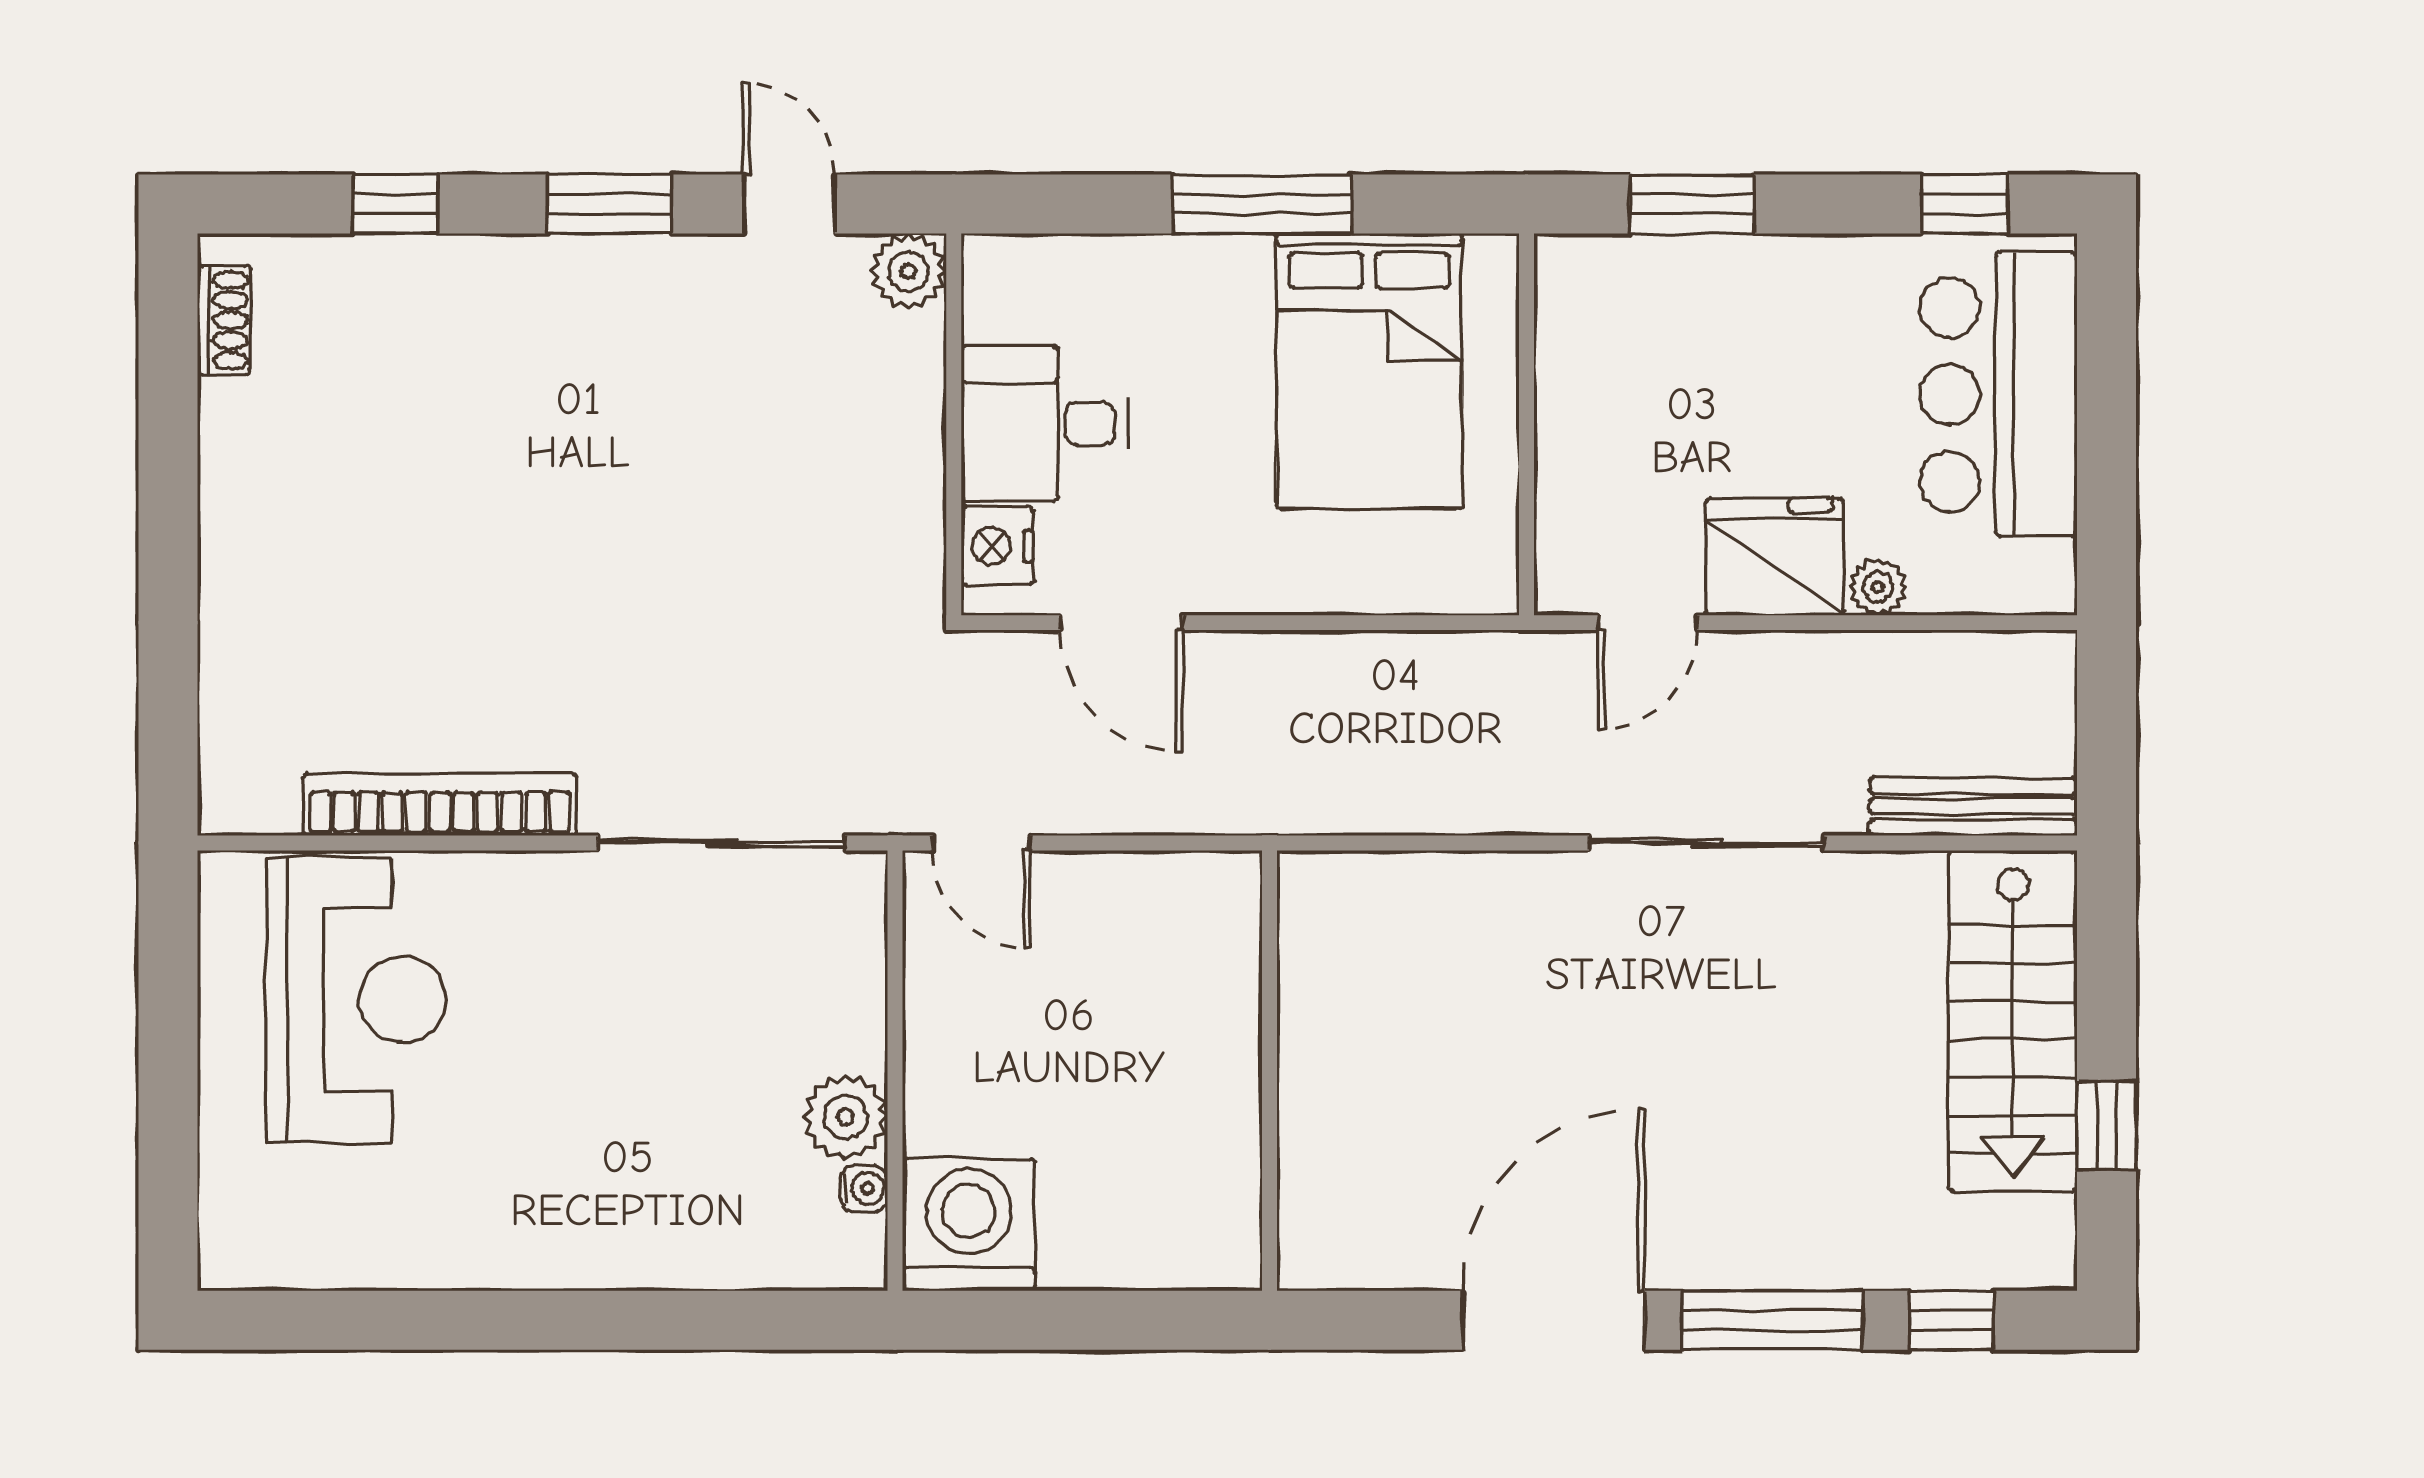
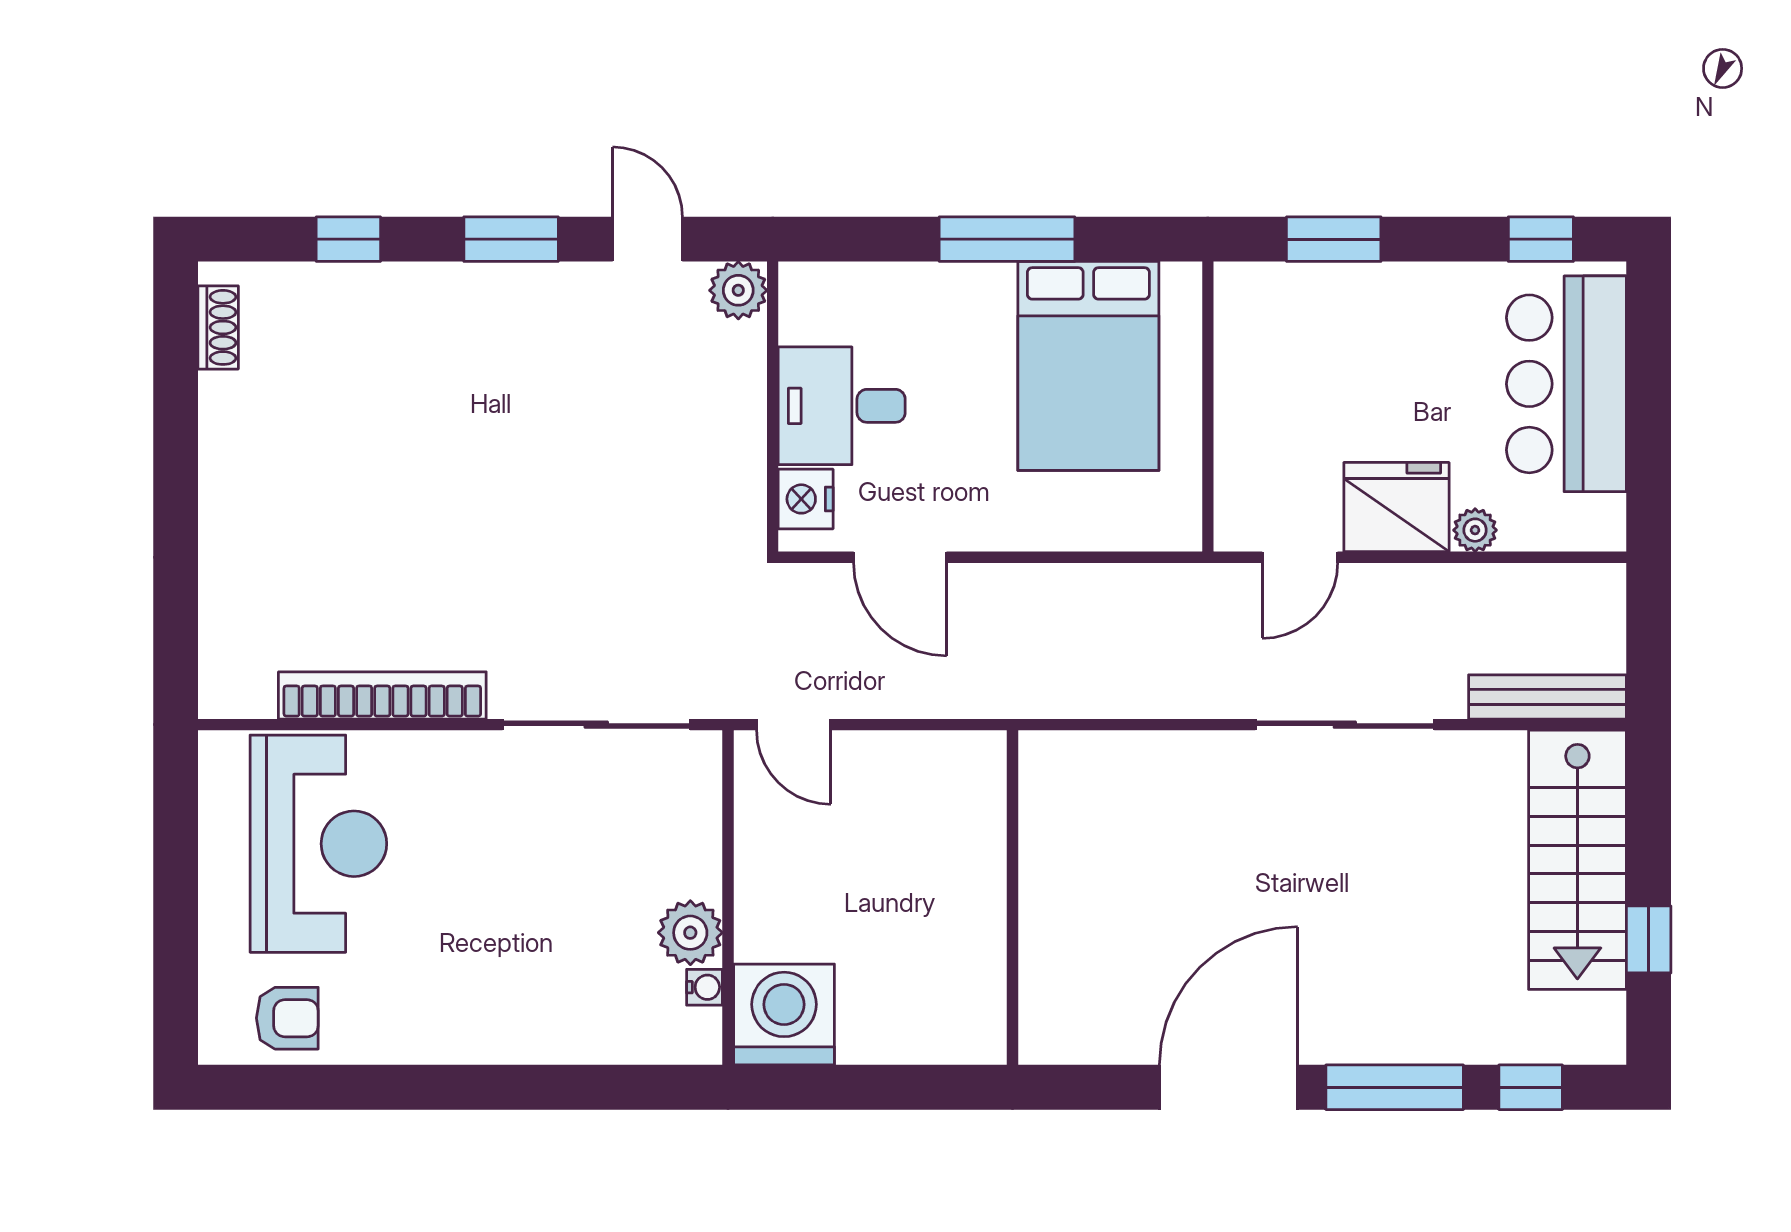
armchair: (315, 1229) -> (287, 1018), added

